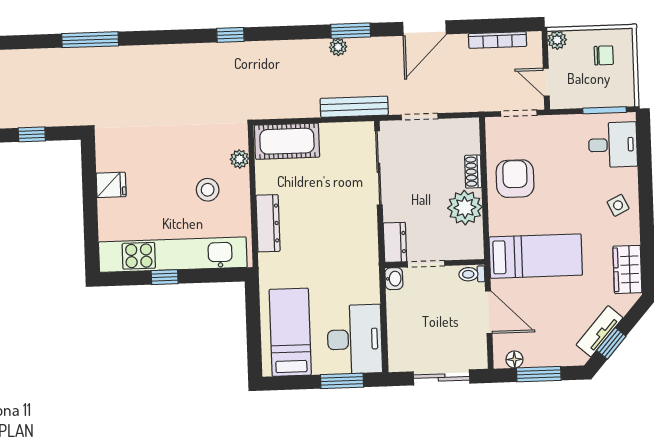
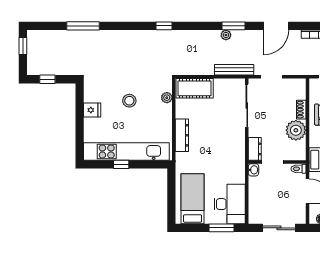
stool: (208, 190) -> (129, 101), moved

